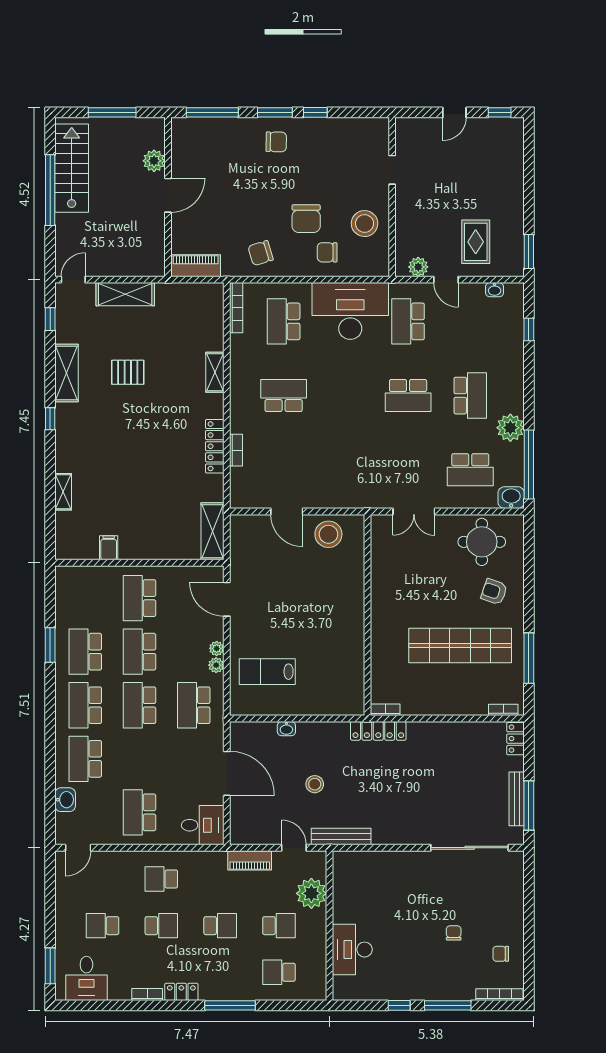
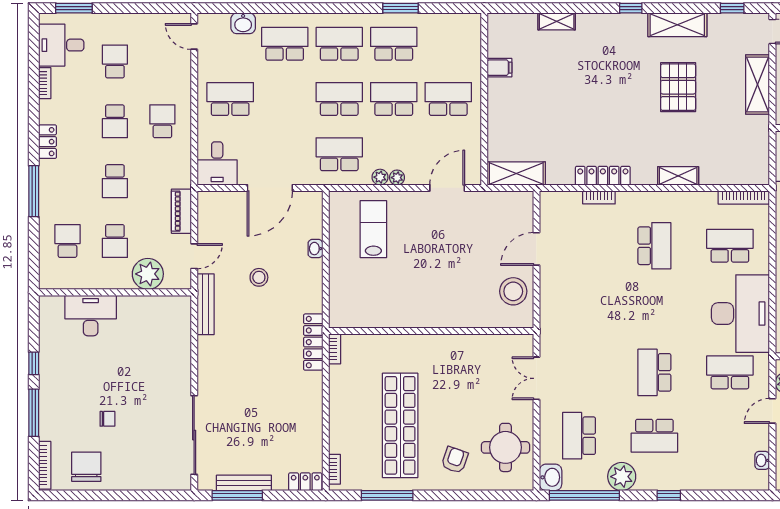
window: (529, 329) -> (669, 495), moved
pallet: (128, 372) -> (678, 87), width x1.50, depth x1.42
chair: (501, 954) -> (86, 467), width x1.87, depth x1.87
bookcase: (147, 995) -> (45, 83), moved

